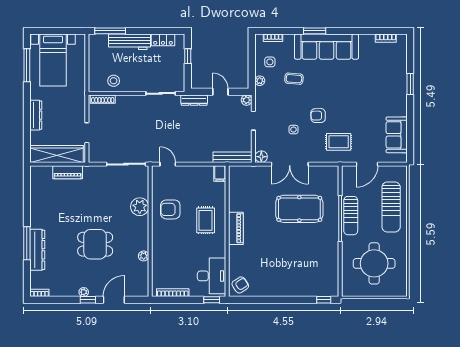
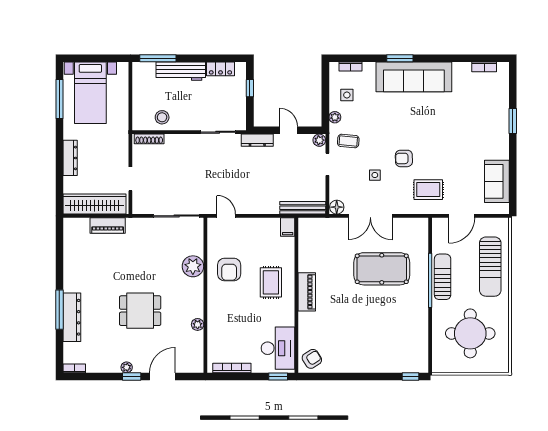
coffee table: (294, 79) -> (348, 141), moved
armchair: (170, 209) -> (229, 270), turned -90
sun lounger: (351, 216) -> (443, 277), turned 180

